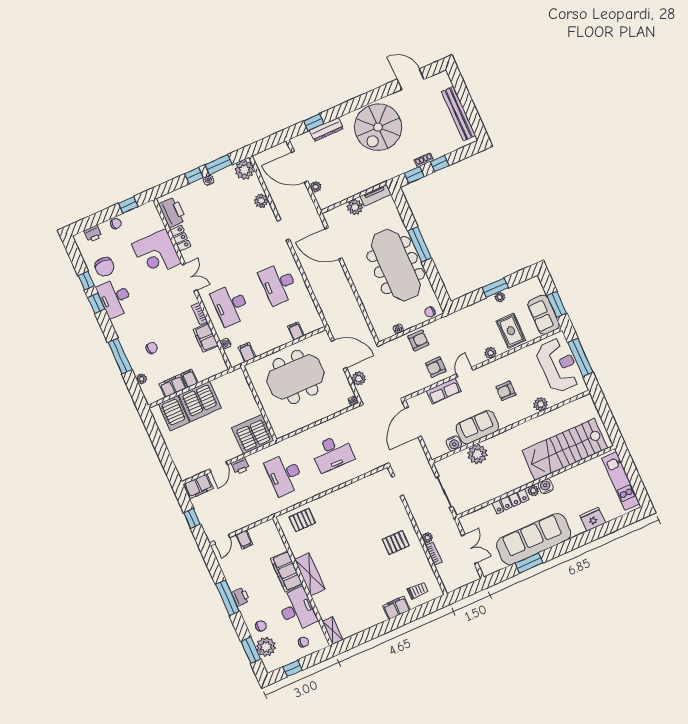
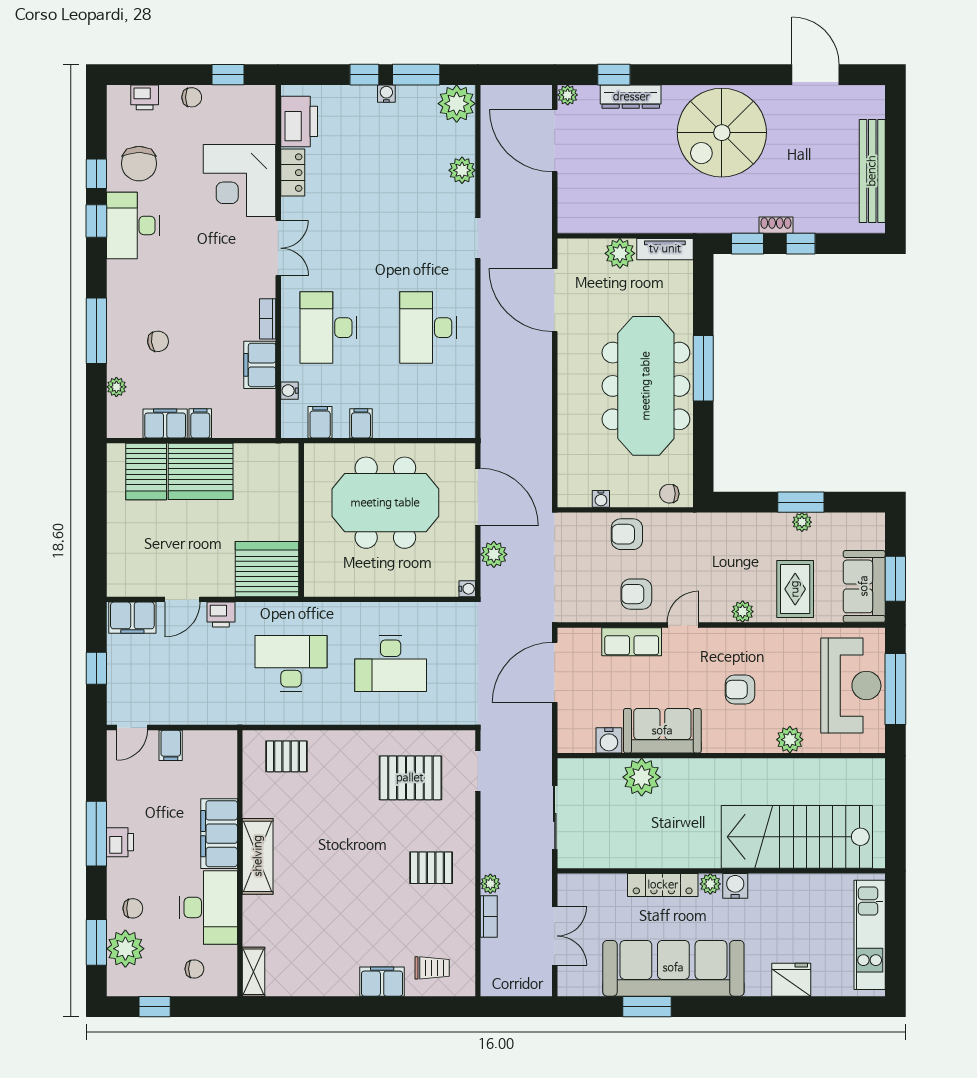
plant: (316, 187) -> (568, 95), moved
filing cabinet: (296, 331) -> (361, 423), moved
armchair: (418, 340) -> (627, 534), turned 180
desk: (285, 474) -> (291, 663), turned 90
pallet: (366, 504) -> (410, 778), added

